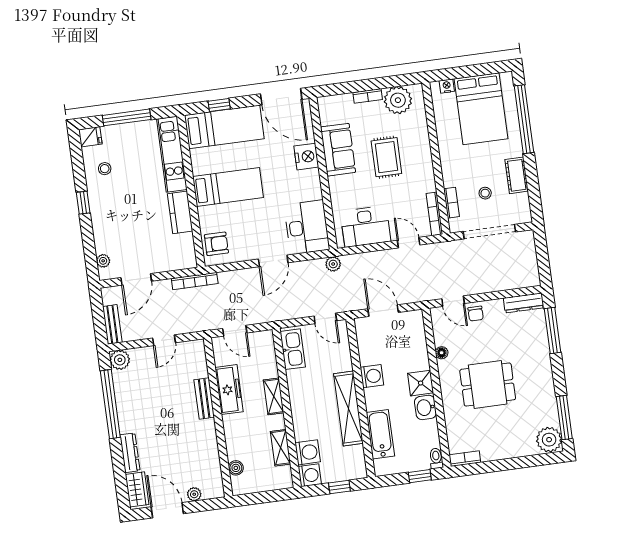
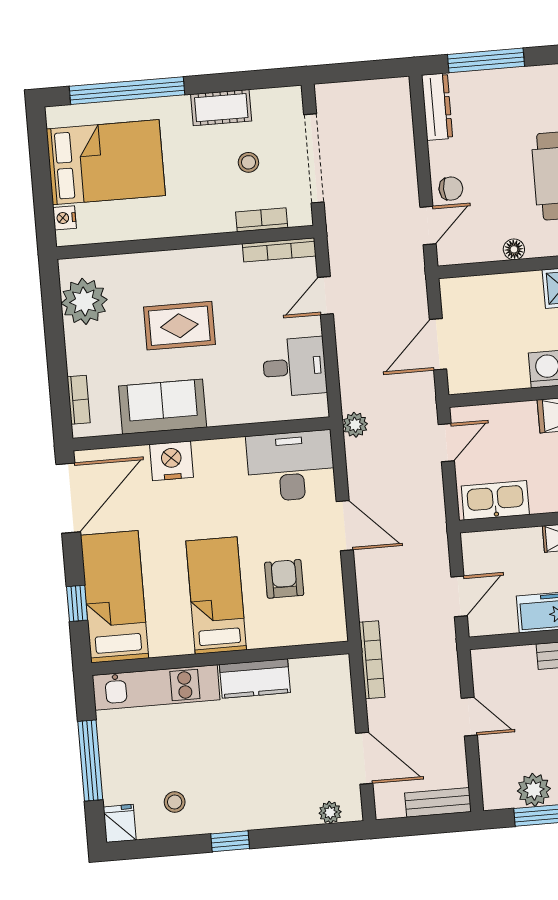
bookcase: (368, 96) -> (79, 400), moved
desk: (366, 226) -> (294, 367), width x0.73
armchair: (216, 244) -> (284, 579), moved
plant: (120, 360) -> (534, 790), moved

